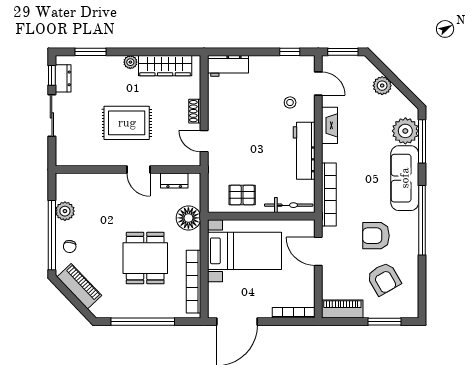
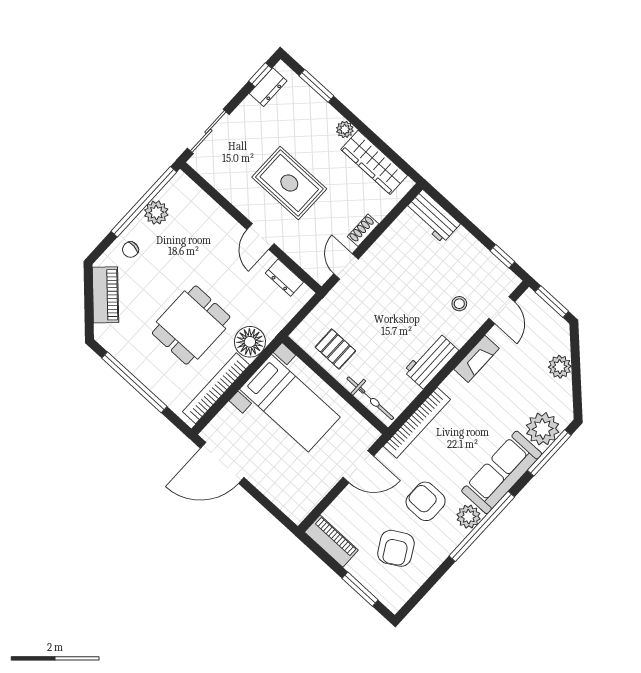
sliding door: (52, 115) -> (208, 131), moved
workbench: (304, 151) -> (431, 361), width x0.73
floor lamp: (188, 218) -> (250, 342), moved
plant: (409, 222) -> (469, 517), added
window: (52, 235) -> (144, 202), moved
door: (318, 251) -> (358, 467), swing flipped
bookcase: (294, 313) -> (283, 503), removed

